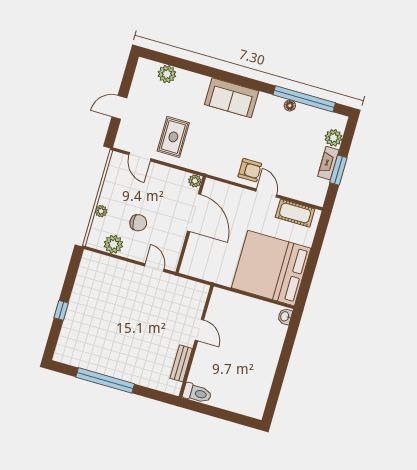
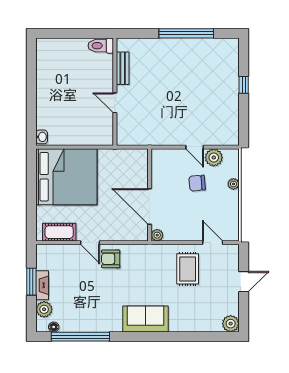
plant: (167, 74) -> (231, 324), moved
floor lamp: (290, 106) -> (54, 327), moved
door: (154, 268) -> (195, 147), moved

